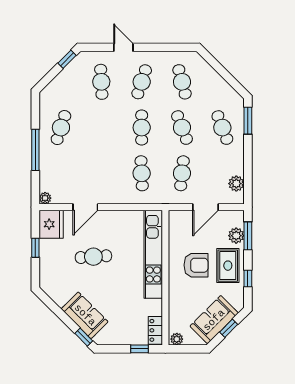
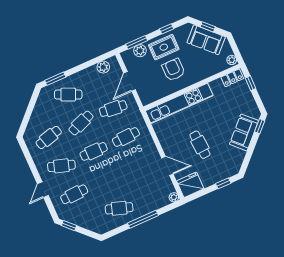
cafe table: (222, 128) -> (68, 95), turned 45
door: (206, 207) -> (130, 81), swing flipped
window: (35, 248) -> (223, 183), moved

